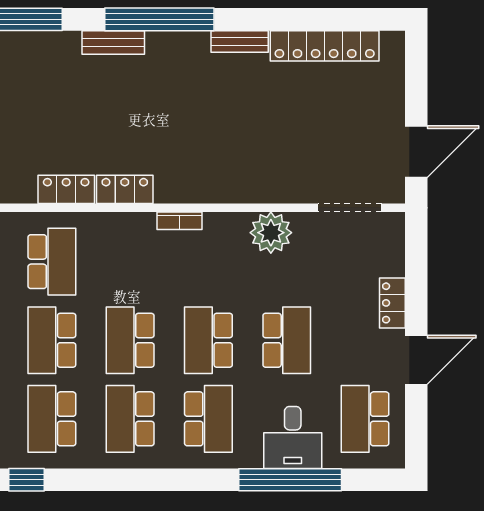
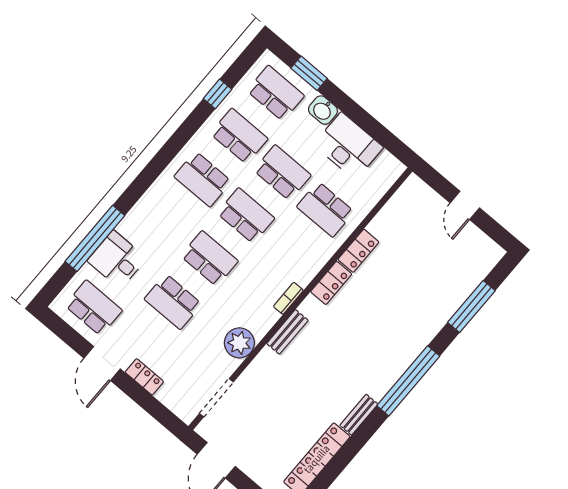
bench: (113, 42) -> (287, 332), moved
school desk: (130, 419) -> (203, 179), turned 180
school desk: (208, 419) -> (166, 222), removed

